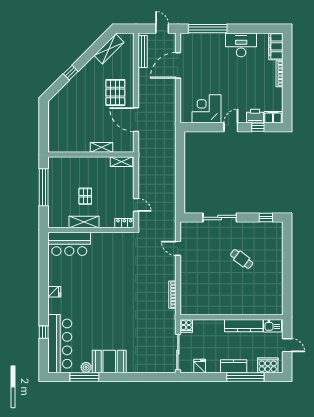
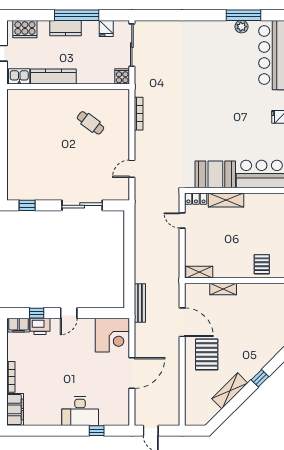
window: (208, 29) -> (97, 431), width x0.32
desk: (241, 45) -> (80, 411), moved
shelving: (109, 49) -> (230, 391), moved
bench: (143, 52) -> (140, 303), moved
door: (178, 65) -> (132, 373), moved
corner desk: (206, 109) -> (112, 335), moved
pallet: (85, 196) -> (262, 264), moved
shelving: (84, 222) -> (226, 200), moved
door: (178, 248) -> (132, 169), swing flipped
cafe table: (242, 259) -> (91, 123), moved
booth: (109, 361) -> (215, 174), moved
window: (245, 377) -> (77, 15), moved

